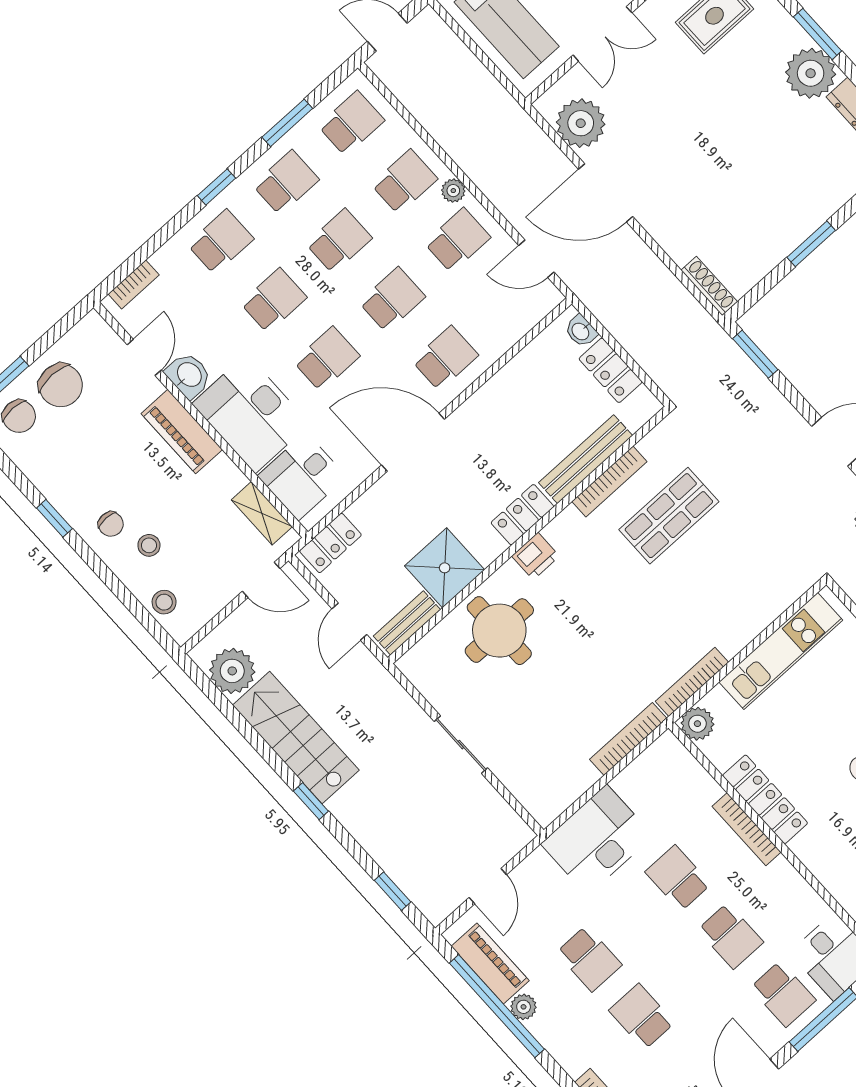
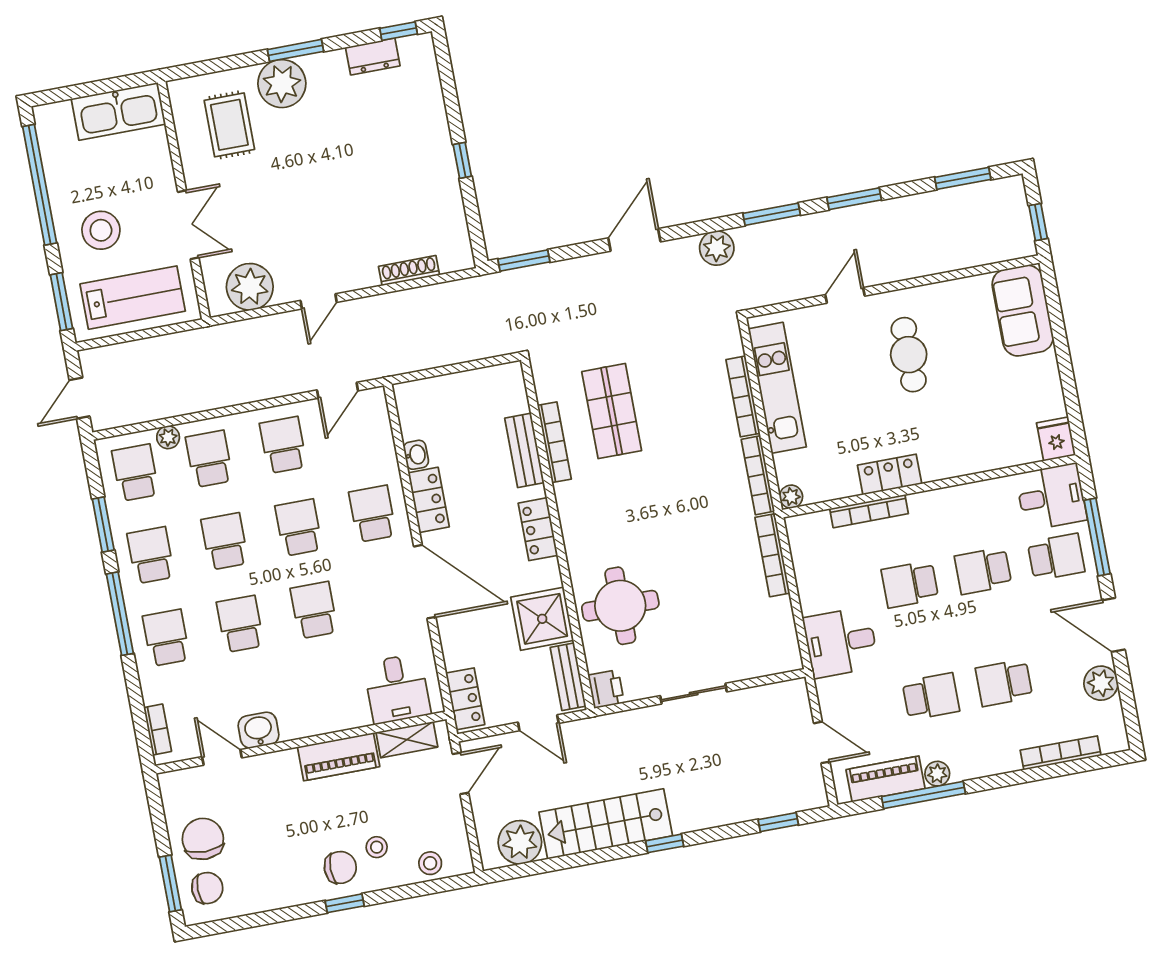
plant: (811, 73) -> (282, 84), moved
window: (217, 187) -> (120, 614), width x2.17
plant: (453, 191) -> (168, 437), moved
door: (606, 193) -> (319, 301), width x0.53
window: (811, 244) -> (462, 160), width x0.67
shoe rack: (709, 286) -> (409, 271), moved
washbasin: (581, 331) -> (416, 455), moved, turned -90
locker: (611, 370) -> (429, 500), moved, turned -90
chair: (61, 385) -> (203, 839), turned -90
desk: (251, 414) -> (321, 699), removed
piano: (182, 432) -> (339, 757), moved
door: (413, 442) -> (425, 582), swing flipped
bench: (586, 459) -> (524, 450), width x0.73
window: (54, 518) -> (345, 903), moved
chair: (111, 524) -> (340, 867), width x1.37, depth x1.37
printer: (536, 556) -> (606, 689), moved
bookcase: (754, 625) -> (743, 396), added
plant: (697, 724) -> (791, 497), width x0.73, depth x0.73
locker: (765, 799) -> (890, 475), width x0.66
bookcase: (746, 829) -> (869, 511), moved
desk: (597, 840) -> (841, 642), width x0.73
school desk: (730, 936) -> (983, 571), turned 180
window: (497, 1006) -> (923, 795), width x0.68

